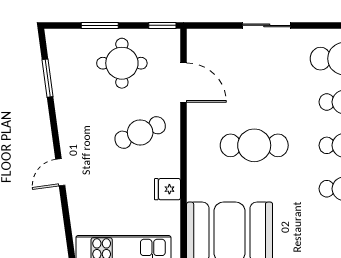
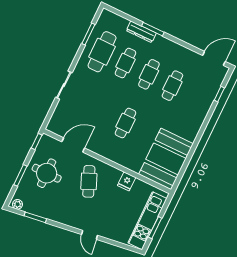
plant: (54, 42) -> (17, 204), added
cafe table: (254, 145) -> (125, 123), width x0.73, depth x0.74

